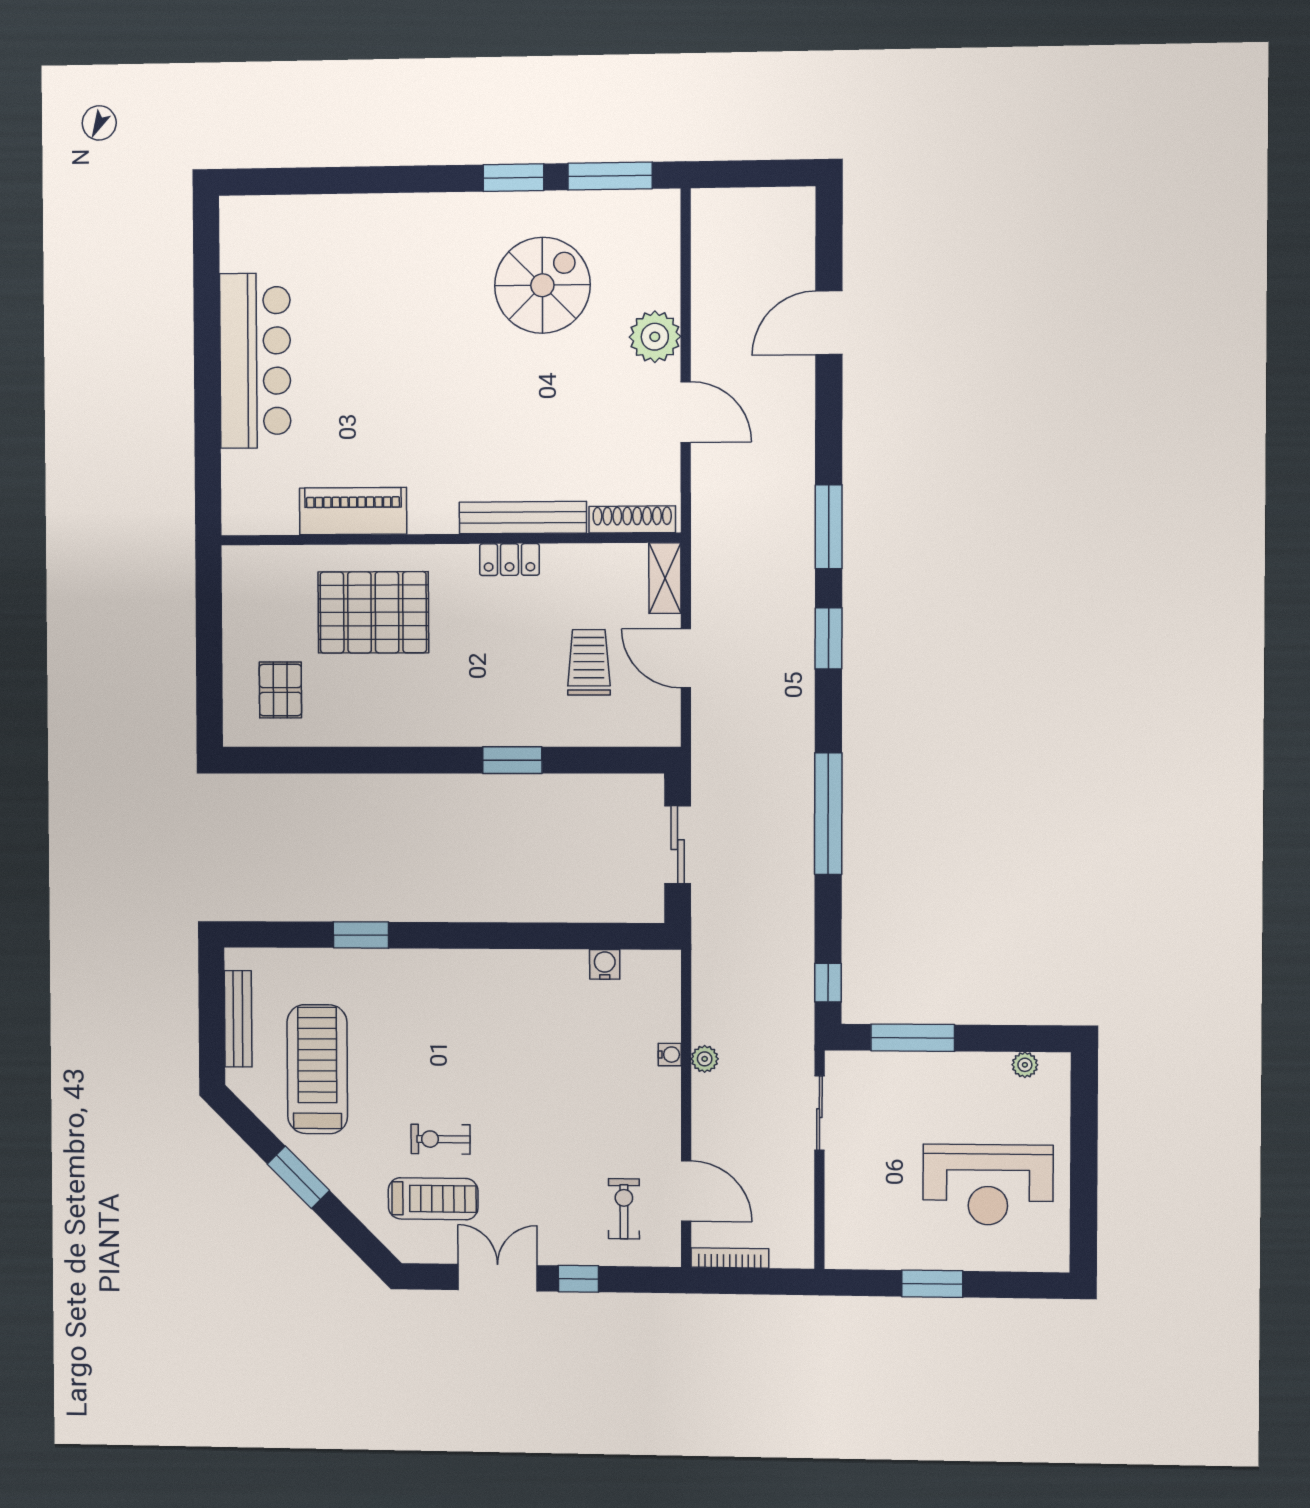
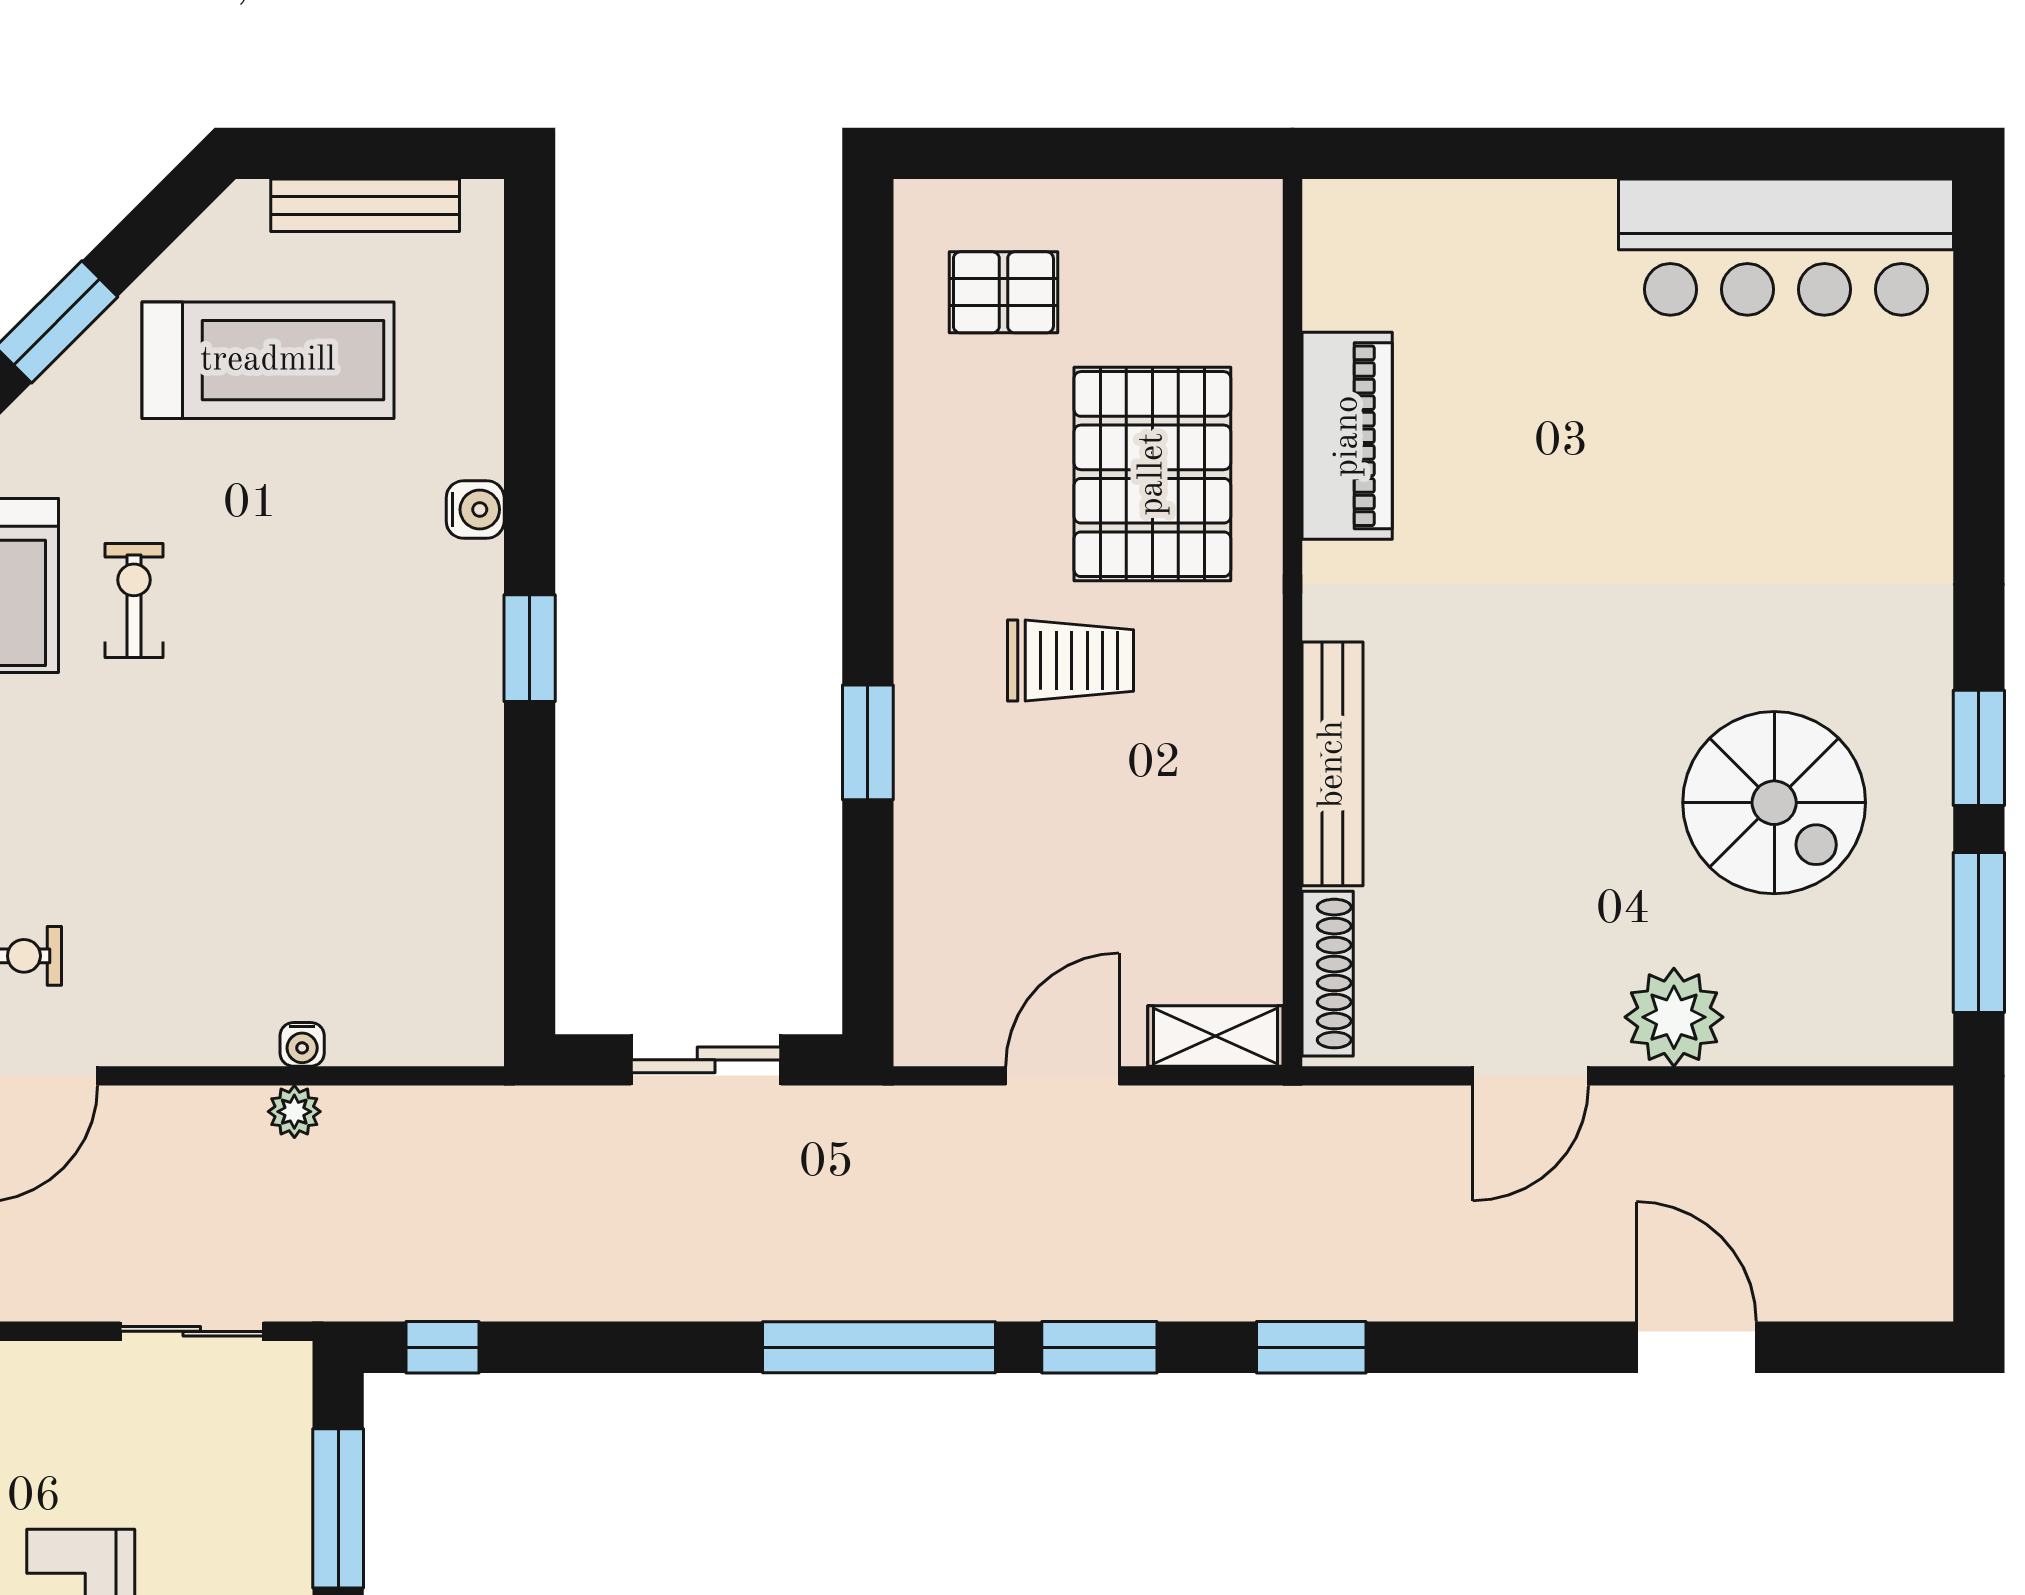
bar counter: (255, 361) -> (1786, 247), moved
window: (829, 527) -> (1311, 1347), width x0.69
locker: (509, 560) -> (1252, 738), removed
trolley: (589, 662) -> (1071, 660), moved
window: (828, 814) -> (879, 1347), moved
window: (361, 935) -> (530, 648), moved
water cooler: (605, 964) -> (475, 510), moved

